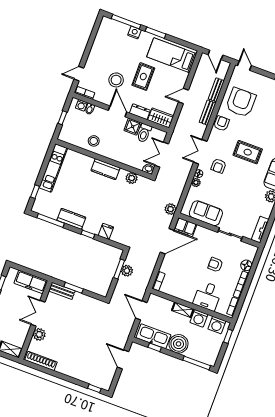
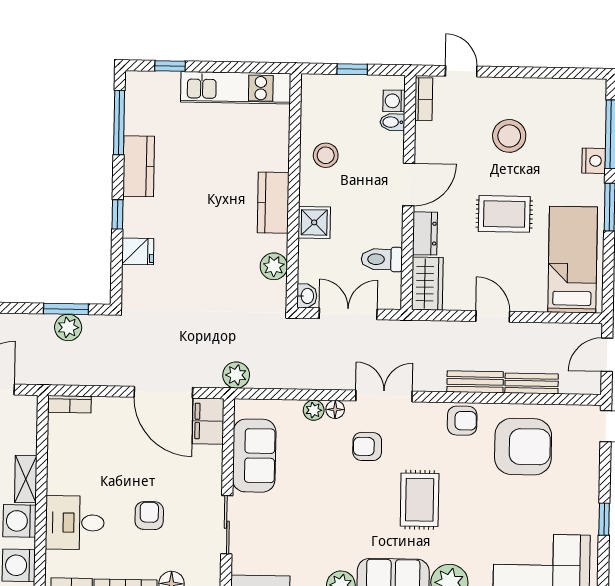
stool: (116, 80) -> (509, 136), moved
shower: (133, 127) -> (314, 222), moved

